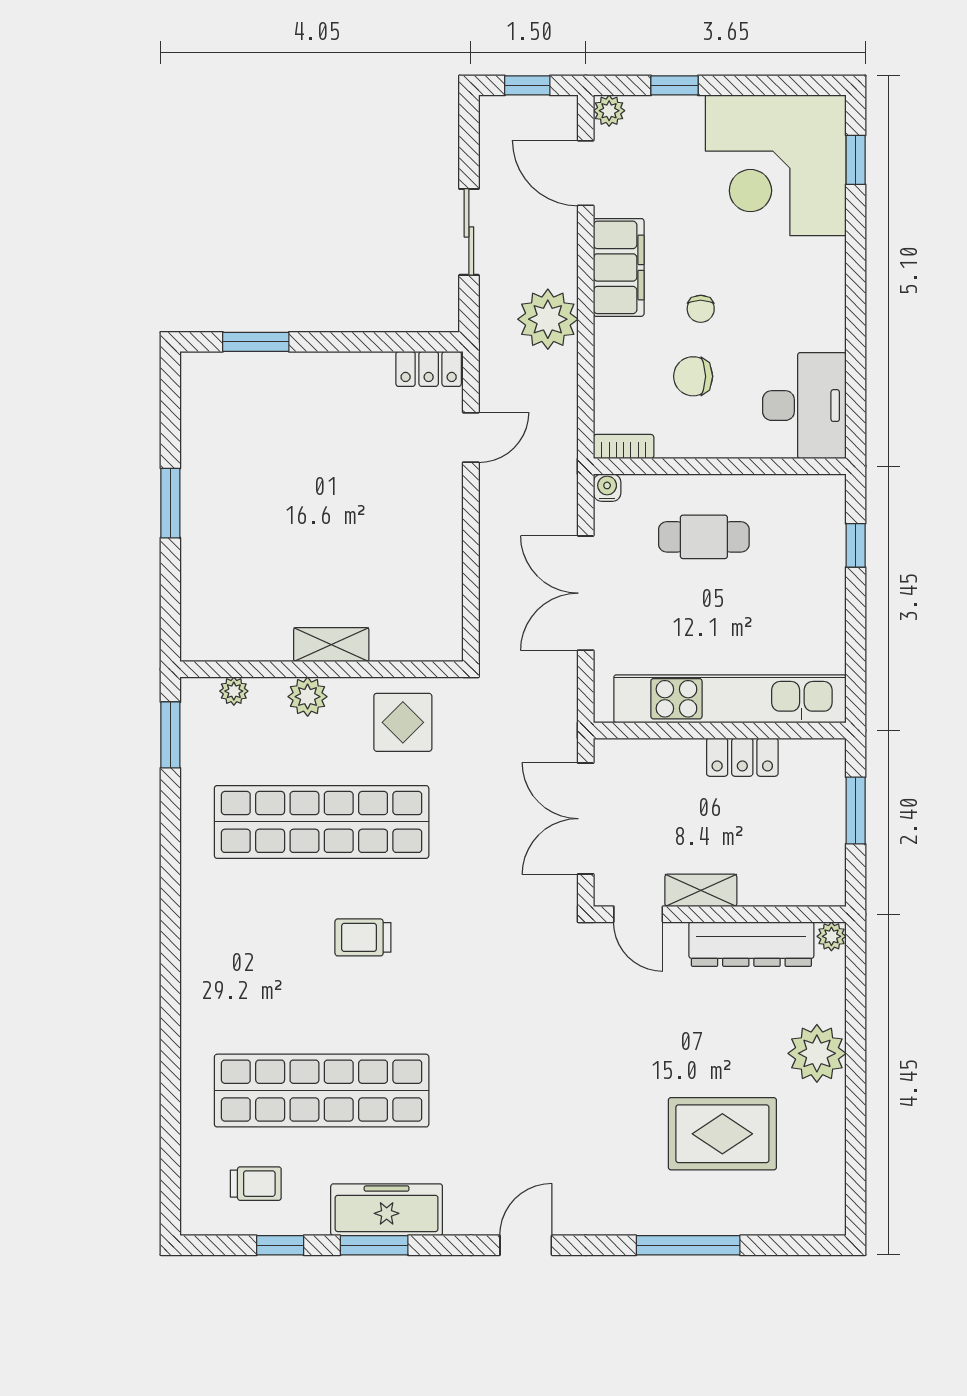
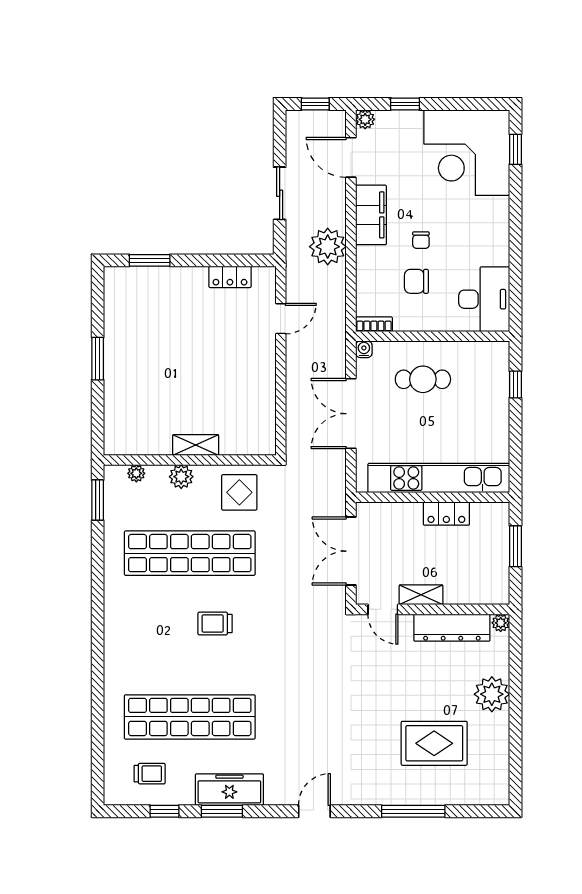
locker: (429, 369) -> (230, 277), moved

